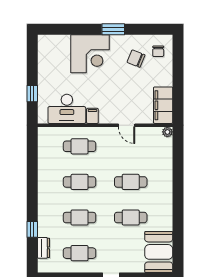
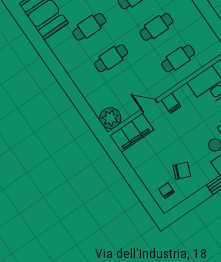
filing cabinet: (163, 105) -> (132, 133), moved, turned 90
filing cabinet: (92, 116) -> (171, 103), moved
plant: (167, 132) -> (110, 118), width x1.88, depth x1.88

